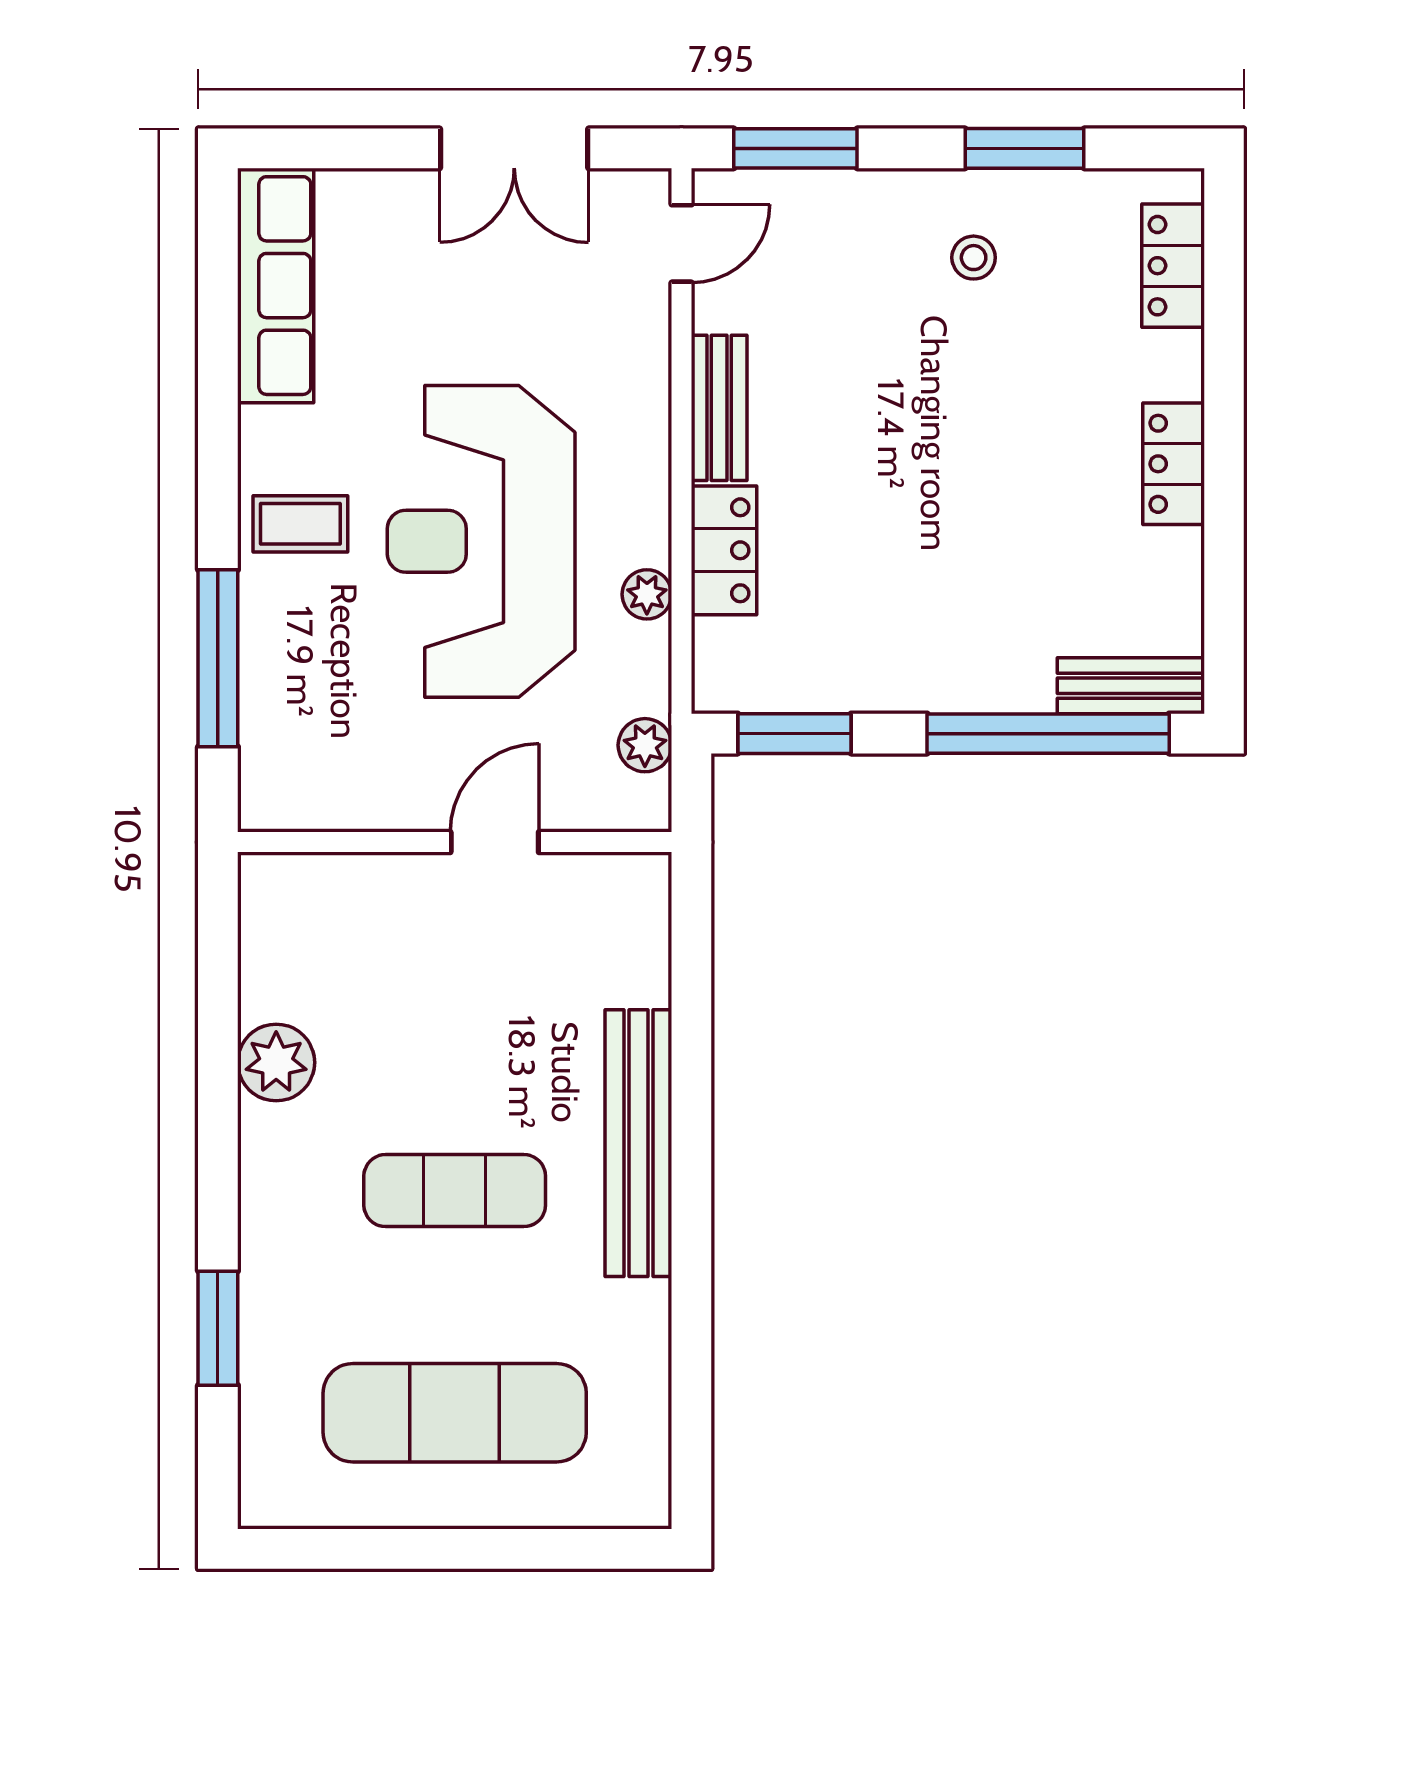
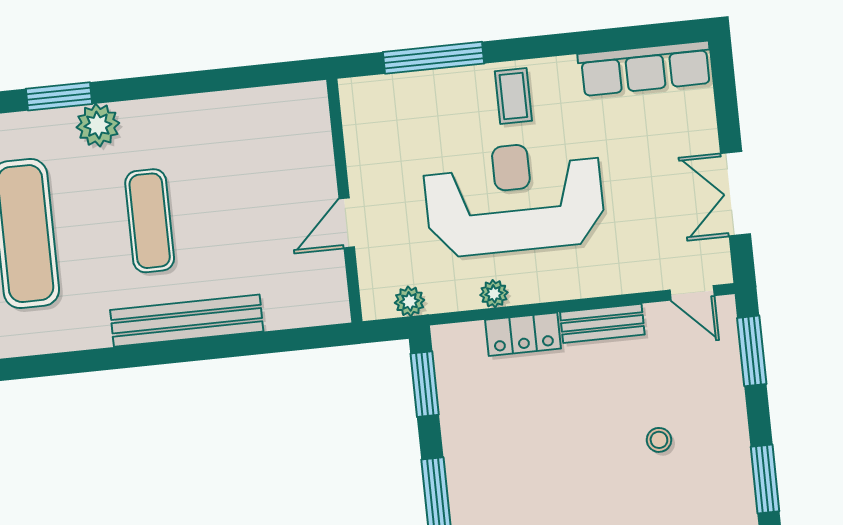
stool: (974, 258) -> (659, 440), moved
door: (495, 842) -> (347, 223), swing flipped
plant: (276, 1062) -> (98, 125), moved

